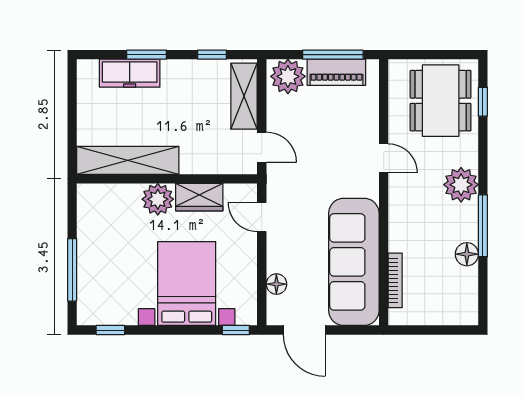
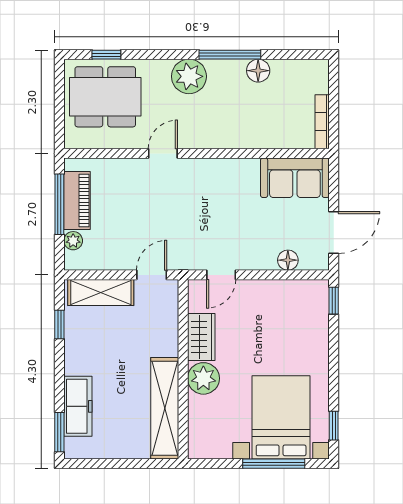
window: (147, 55) -> (59, 432), moved
plant: (288, 76) -> (73, 241), width x0.53, depth x0.53
sofa: (354, 262) -> (295, 178), width x0.54, depth x0.79
bookcase: (395, 280) -> (322, 122), moved, turned -90
bed with nightstands: (187, 283) -> (281, 417), moved, turned 90

